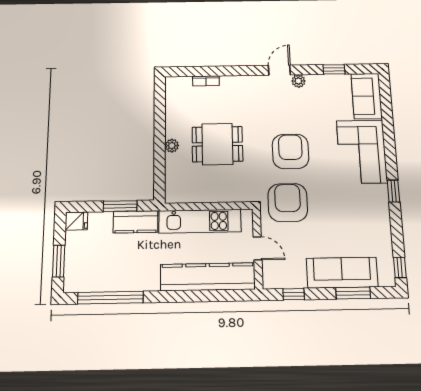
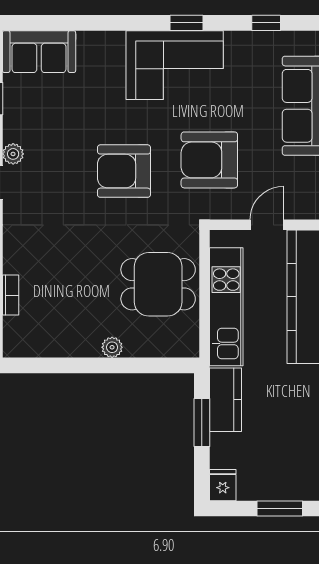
dining table: (217, 144) -> (158, 284), moved, turned 90
corner sofa: (362, 152) -> (175, 65), moved
armchair: (288, 203) -> (209, 160), moved
window: (400, 268) -> (266, 23), moved

